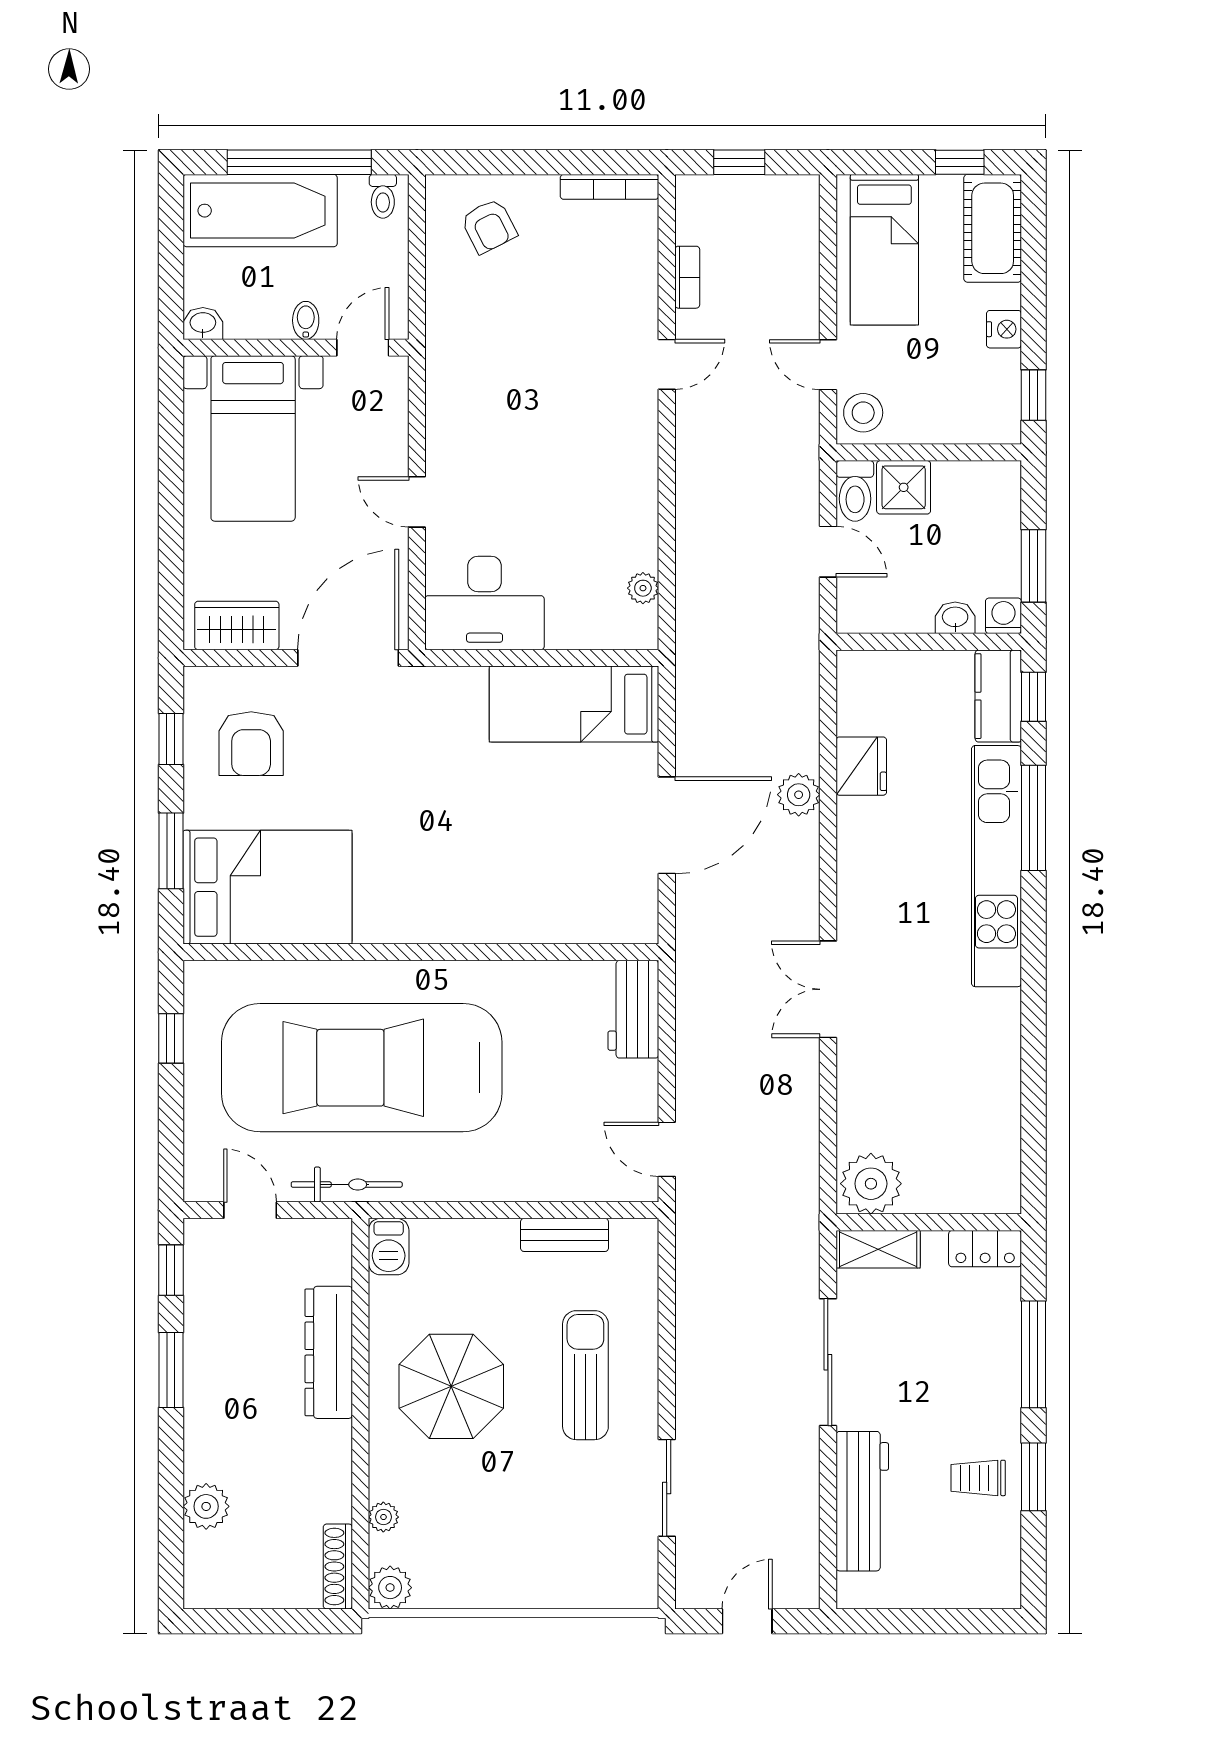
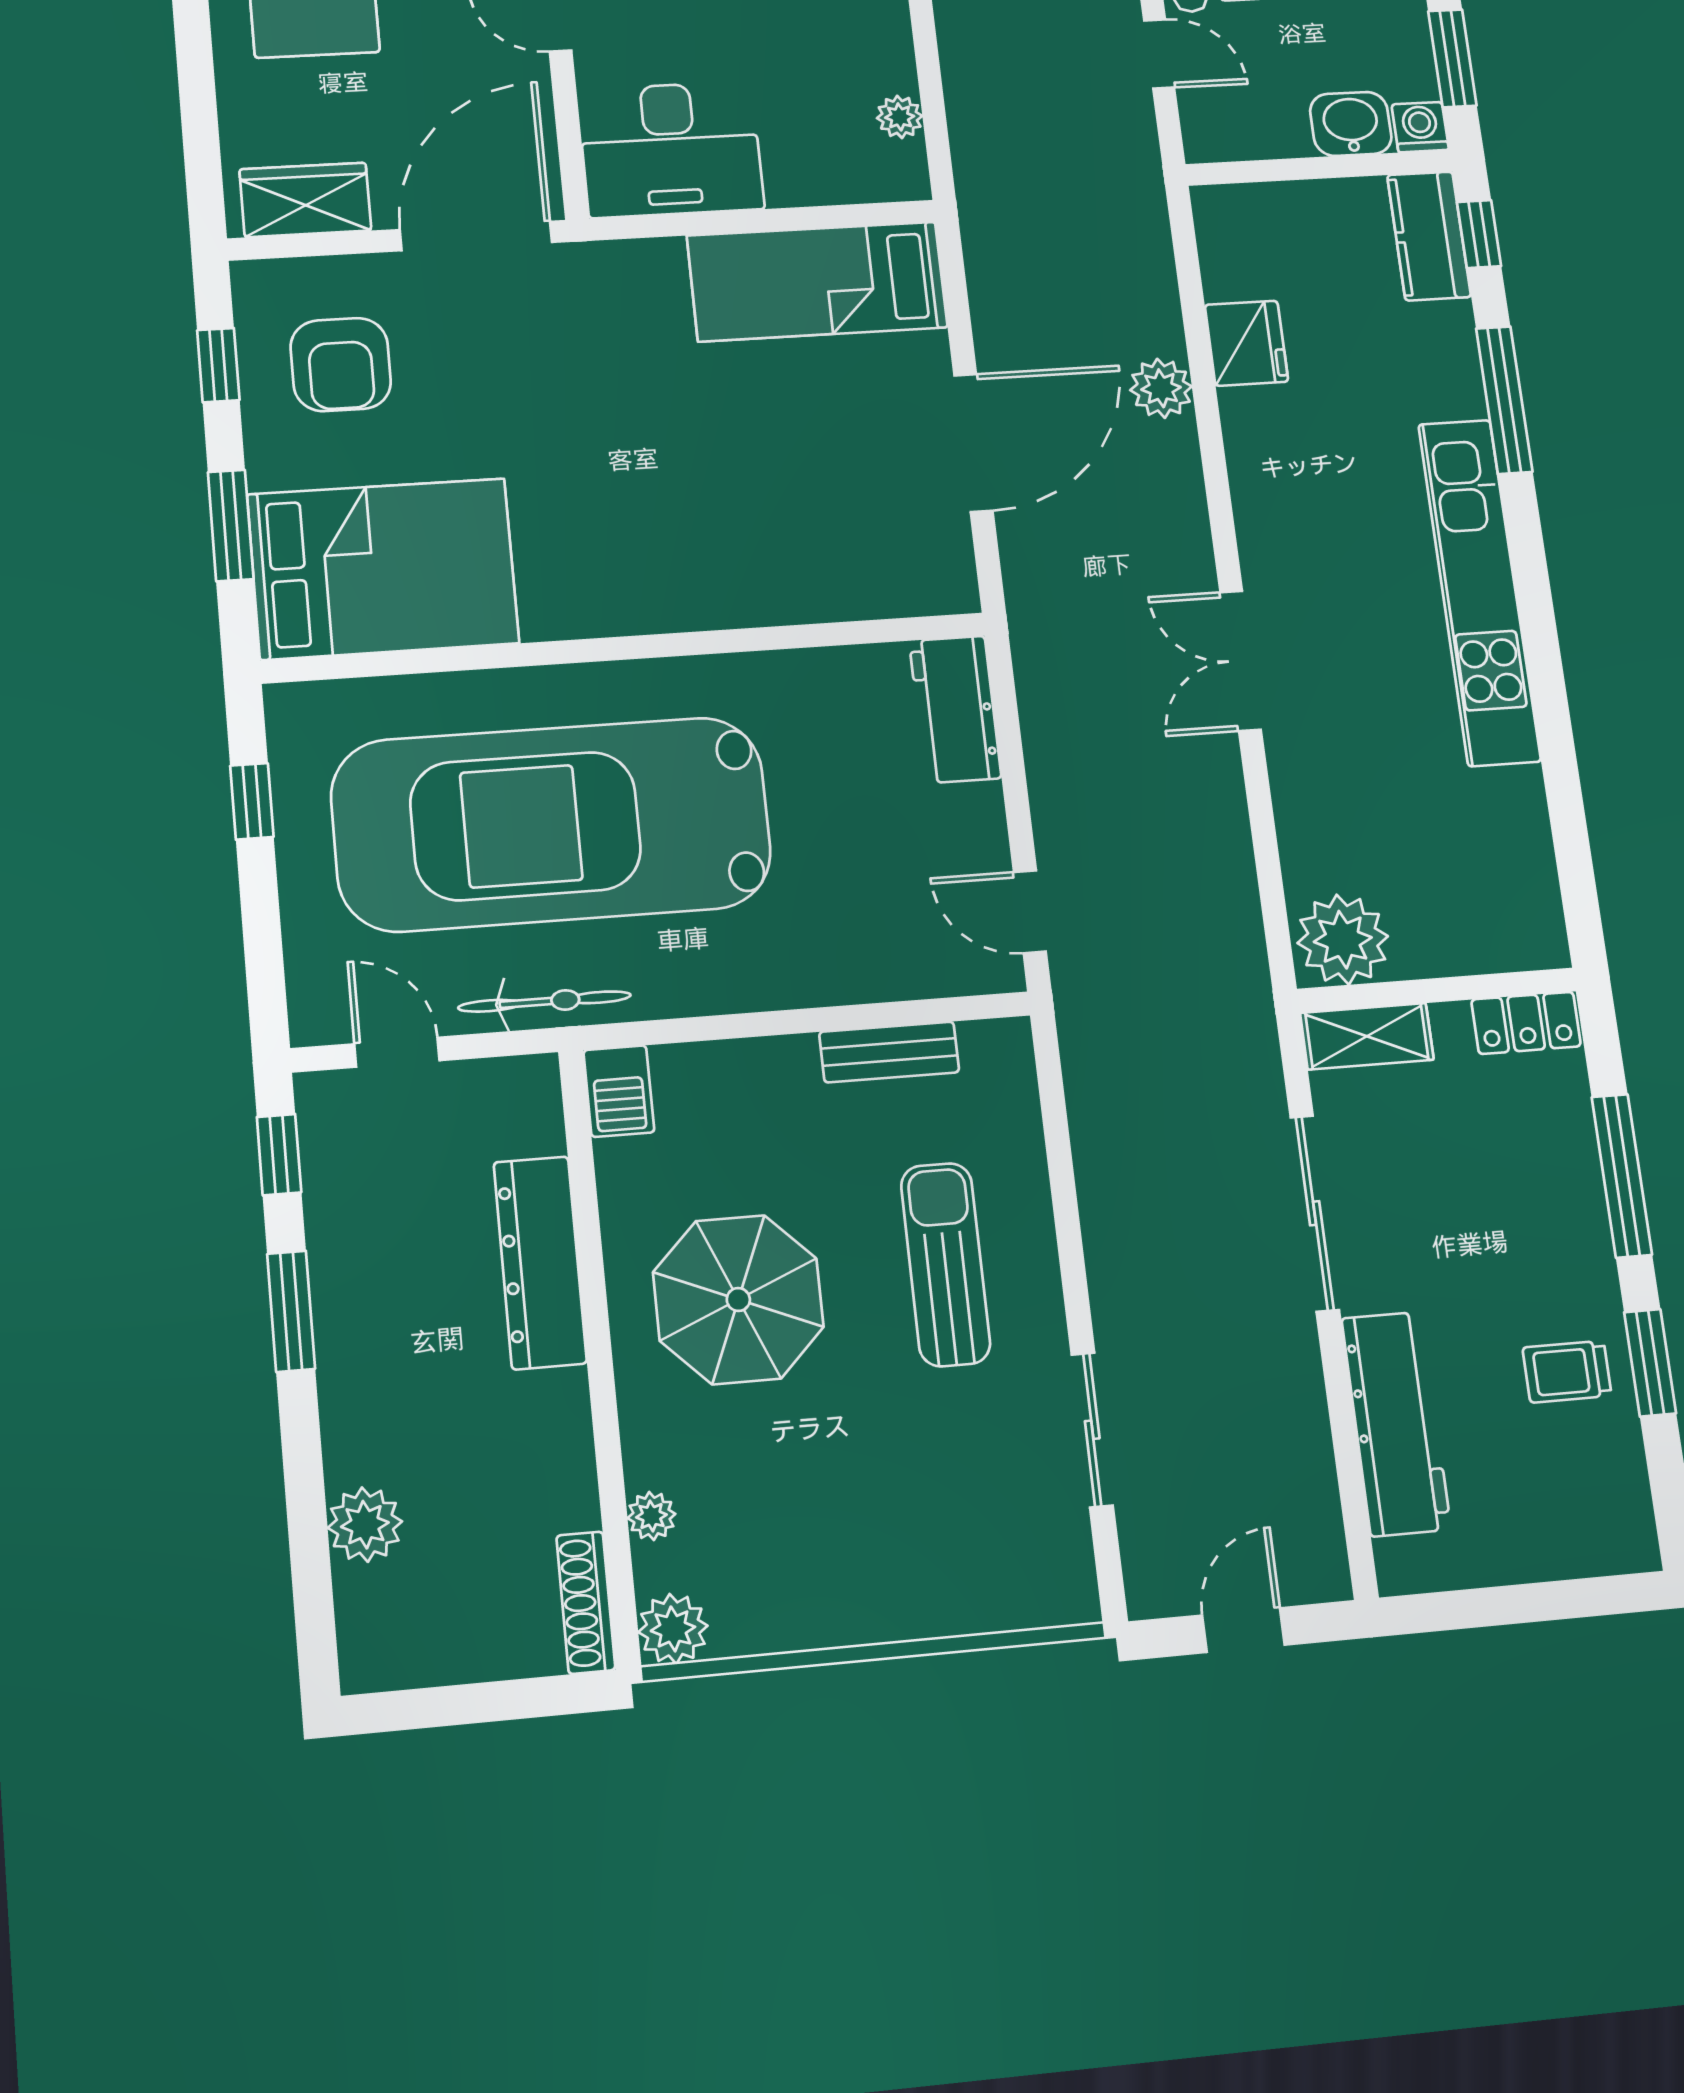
washbasin: (955, 618) -> (1351, 124), width x1.38, depth x1.45
kitchen unit: (996, 866) -> (1479, 592), moved

